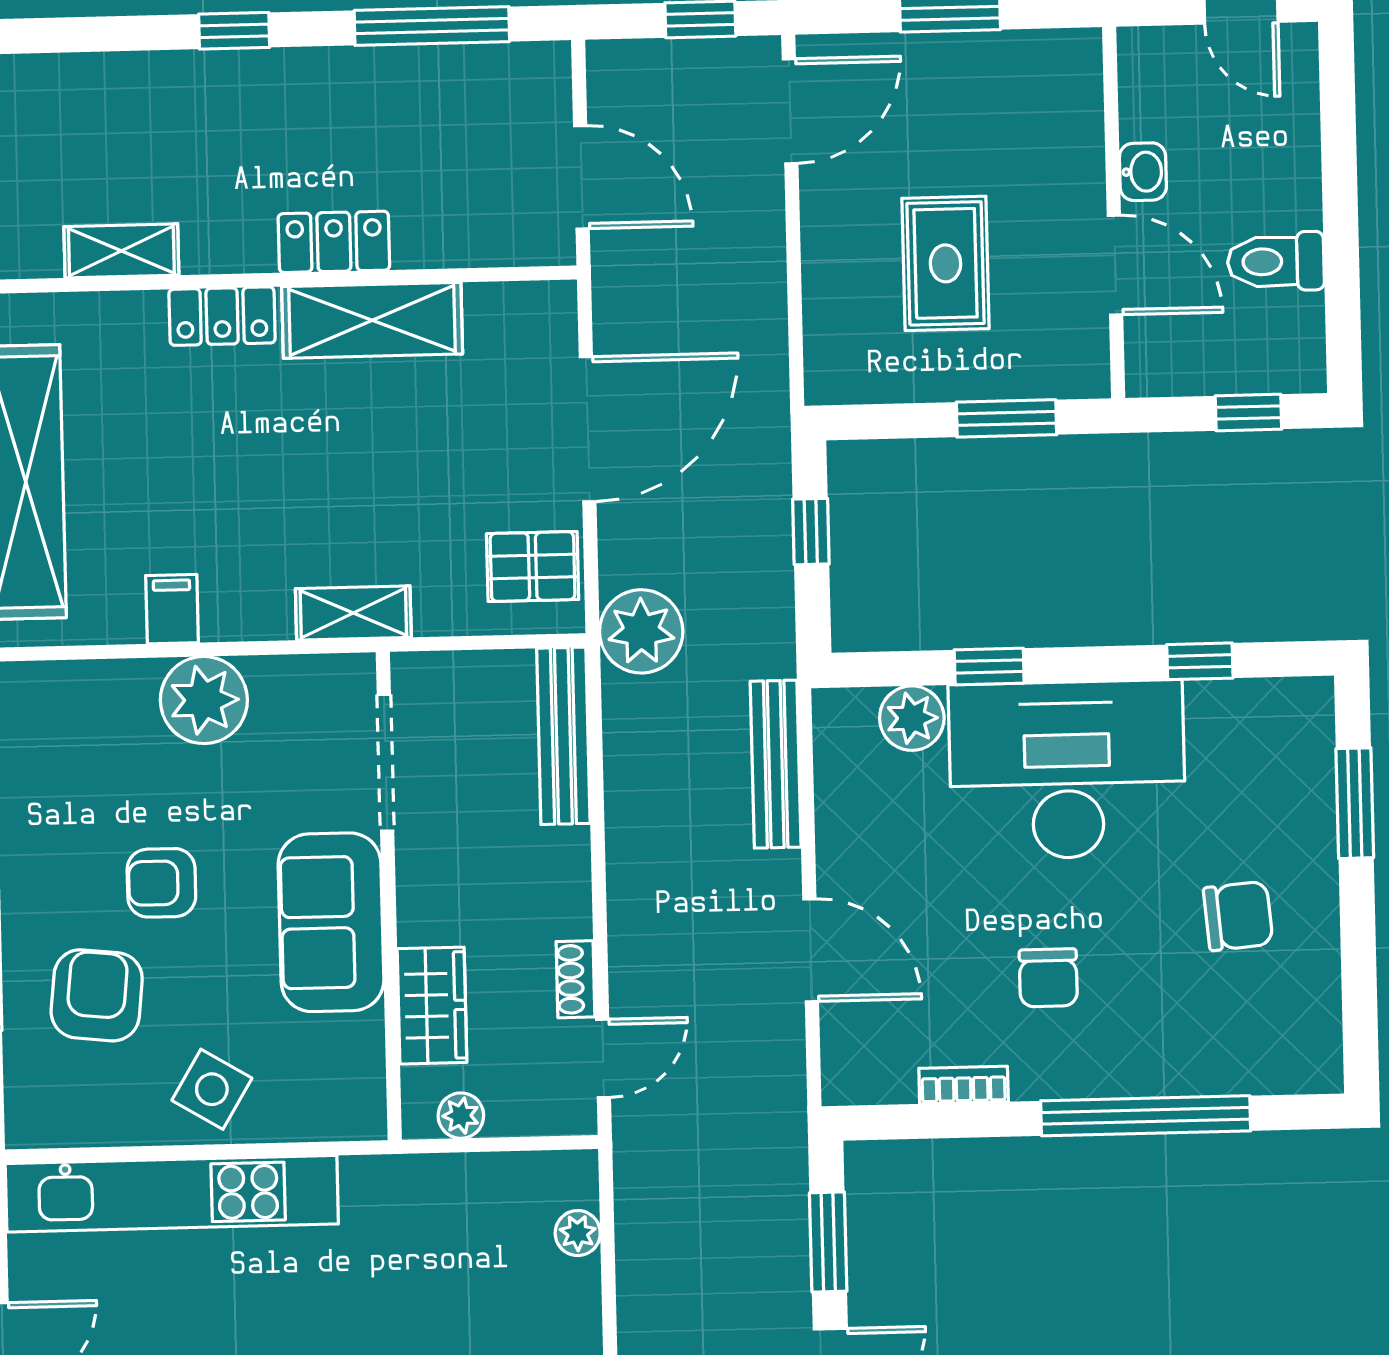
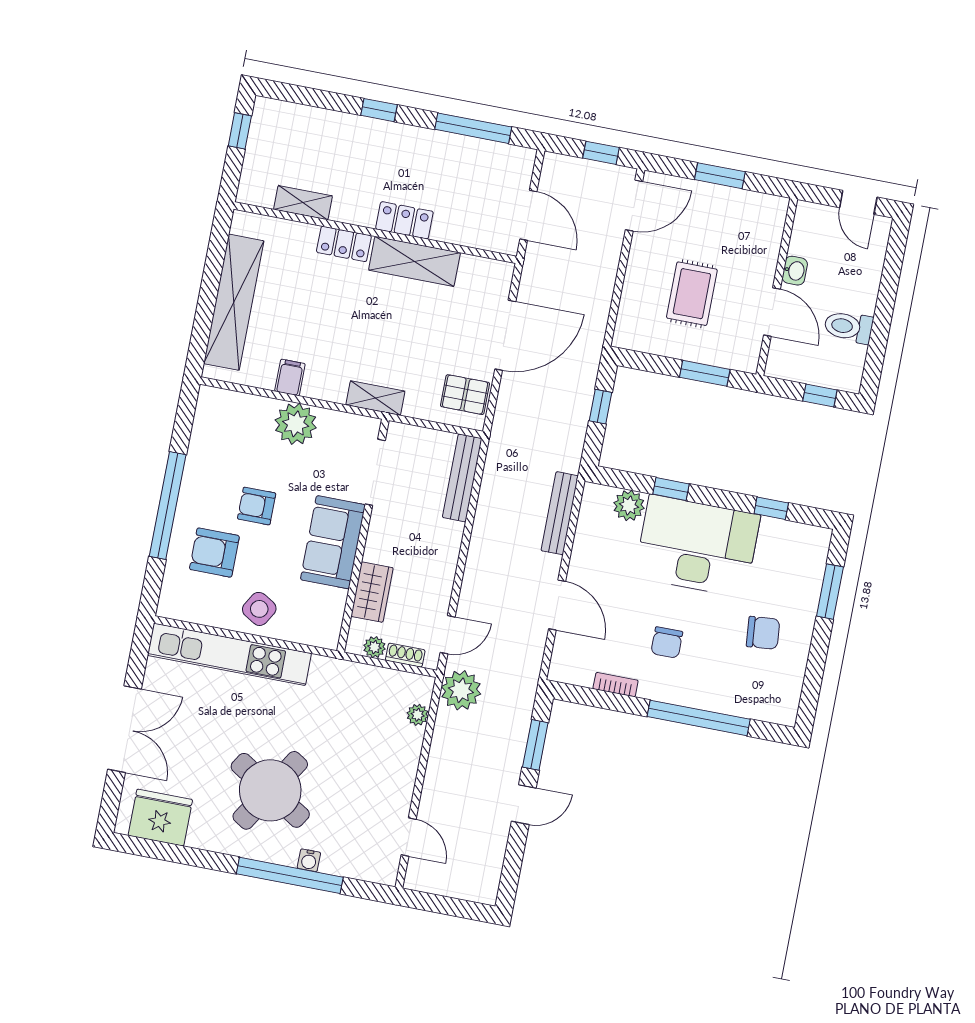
plant: (641, 631) -> (461, 690), moved
shoe rack: (575, 979) -> (405, 655), moved, turned 90
armchair: (97, 995) -> (214, 553), turned -96

